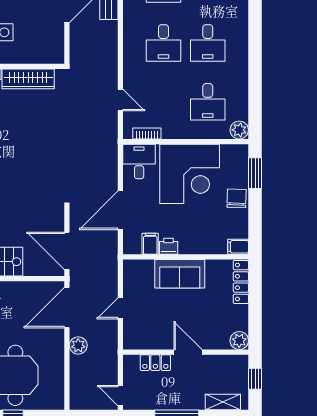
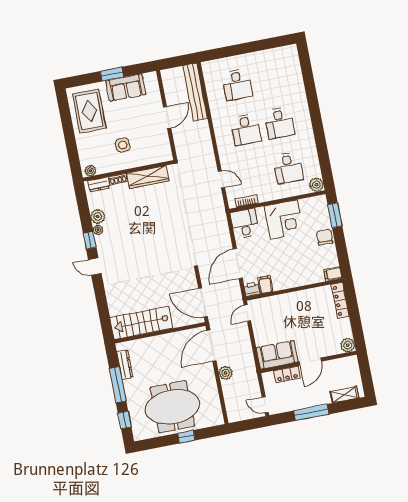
corner desk: (190, 174) -> (284, 219), width x0.74, depth x0.74
printer: (169, 246) -> (252, 289), moved
sofa: (180, 274) -> (277, 355), moved, turned 180
door: (120, 308) -> (247, 313), moved
door: (188, 352) -> (310, 362), swing flipped
window: (255, 379) -> (365, 372), removed

